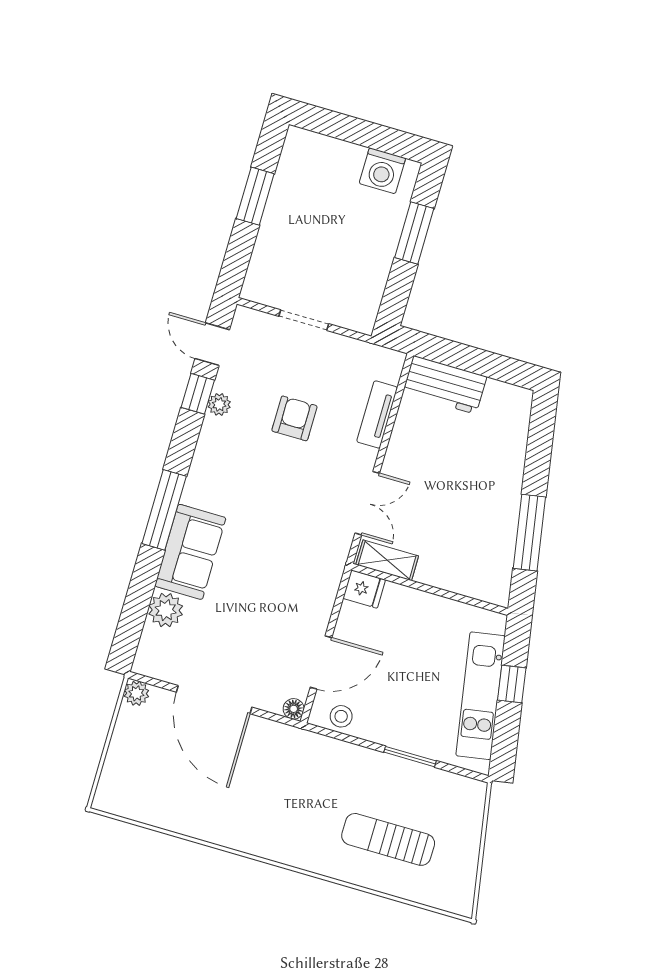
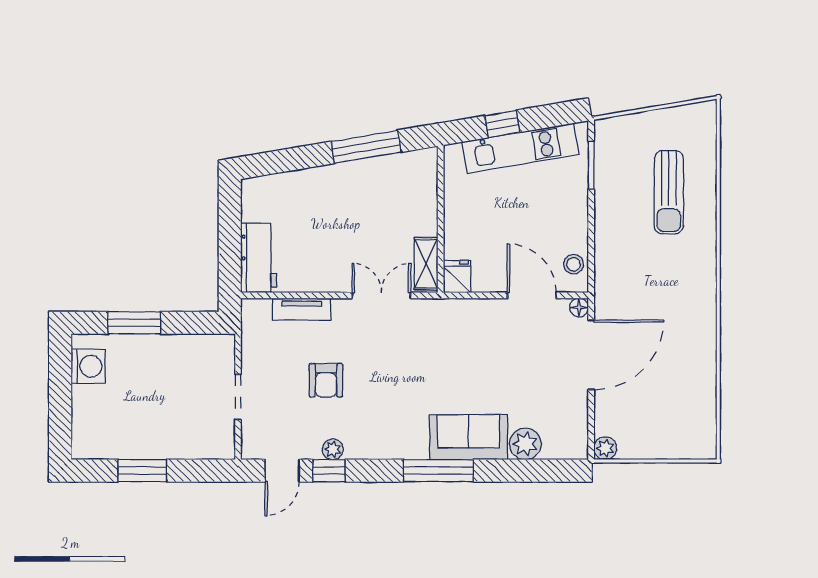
armchair: (294, 418) -> (326, 380), turned -90
door: (214, 700) -> (591, 355), moved
window: (410, 757) -> (591, 165), moved

